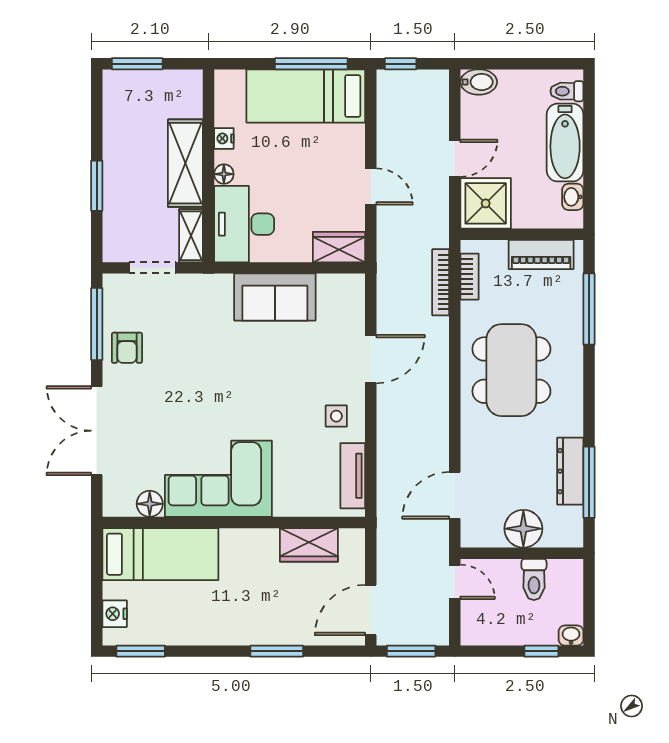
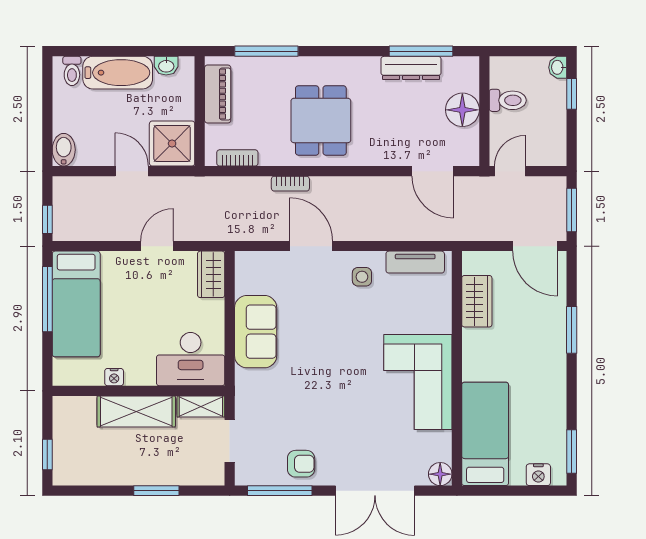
window: (137, 64) -> (47, 455), width x0.67
floor lamp: (224, 174) -> (146, 377), removed
bookcase: (441, 282) -> (290, 184), moved, width x0.64
dining table: (511, 370) -> (321, 120), width x0.73
floor lamp: (150, 504) -> (440, 474), moved

